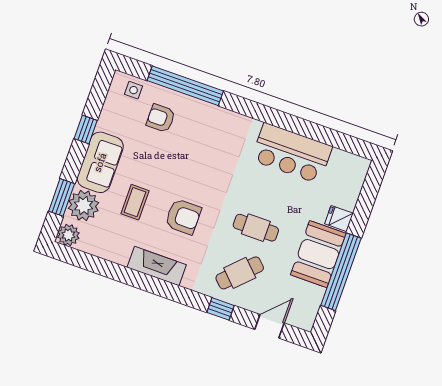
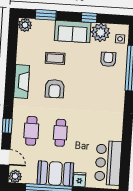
bar counter: (292, 153) -> (108, 163), moved
plant: (84, 206) -> (101, 32), moved
cafe table: (240, 273) -> (31, 131), turned 45
plant: (305, 319) -> (15, 176), added

